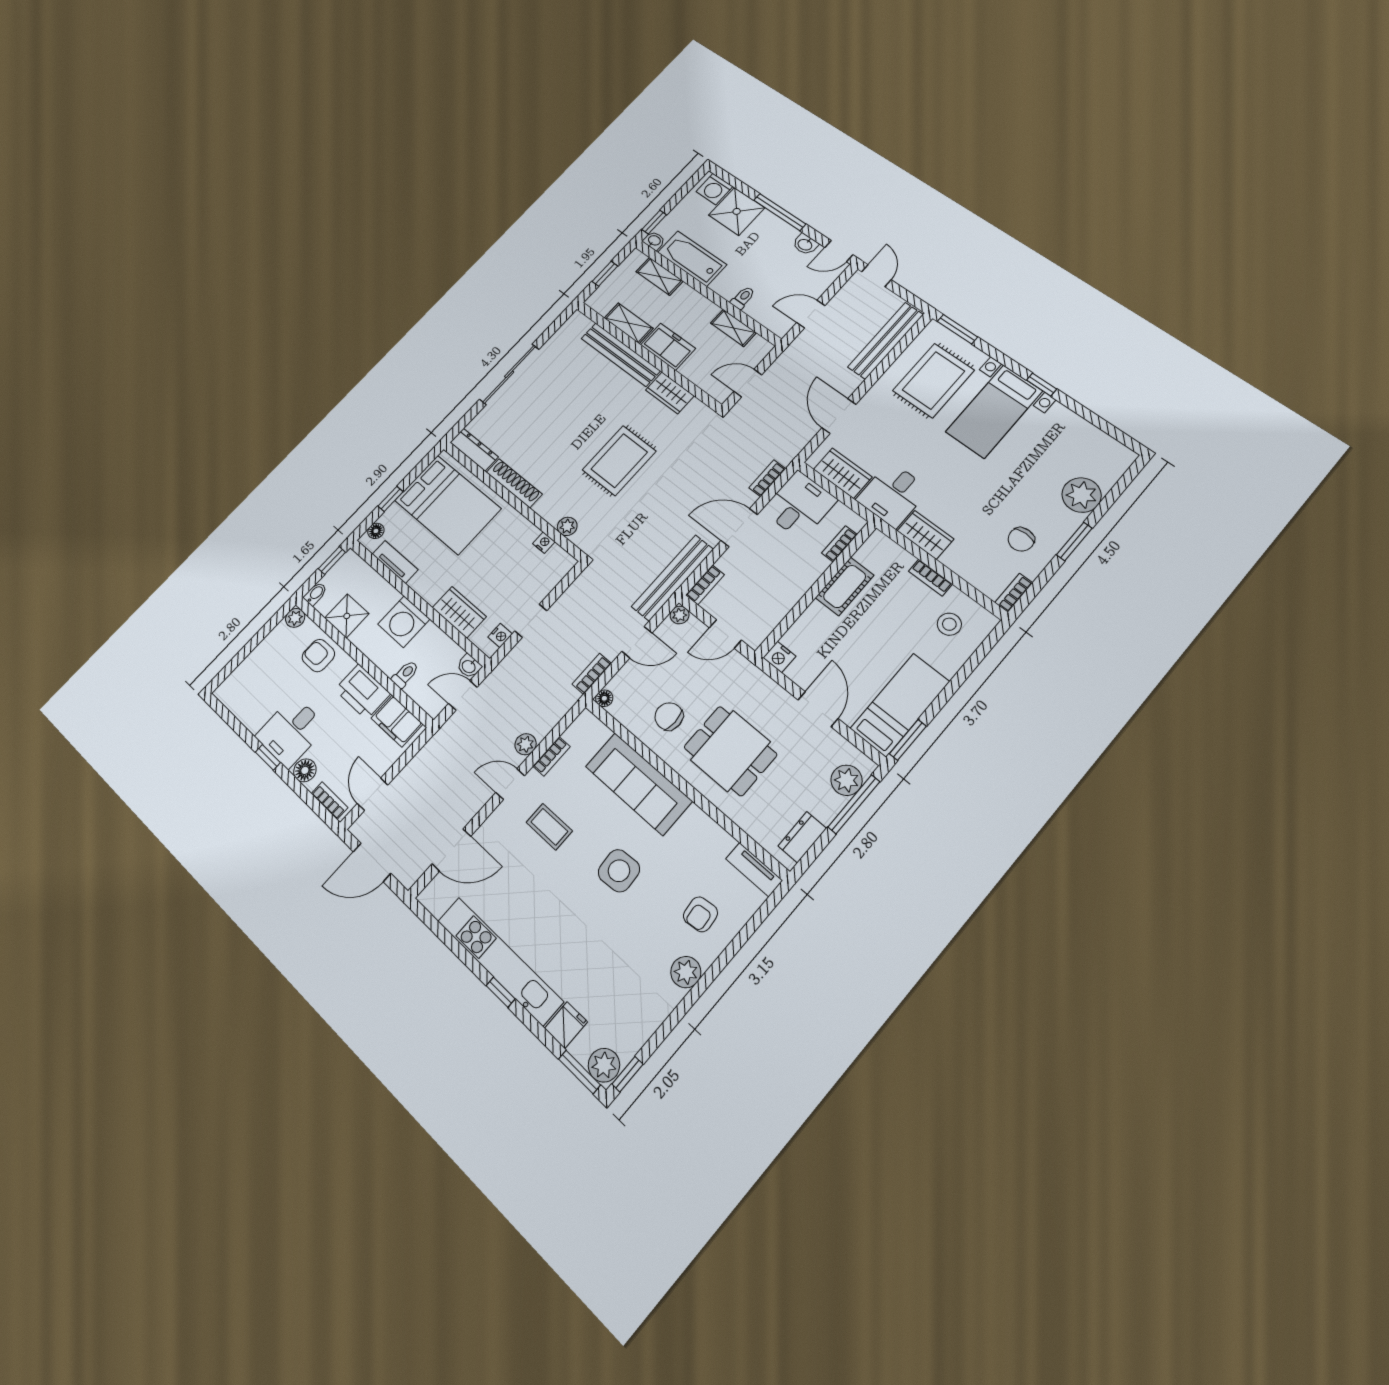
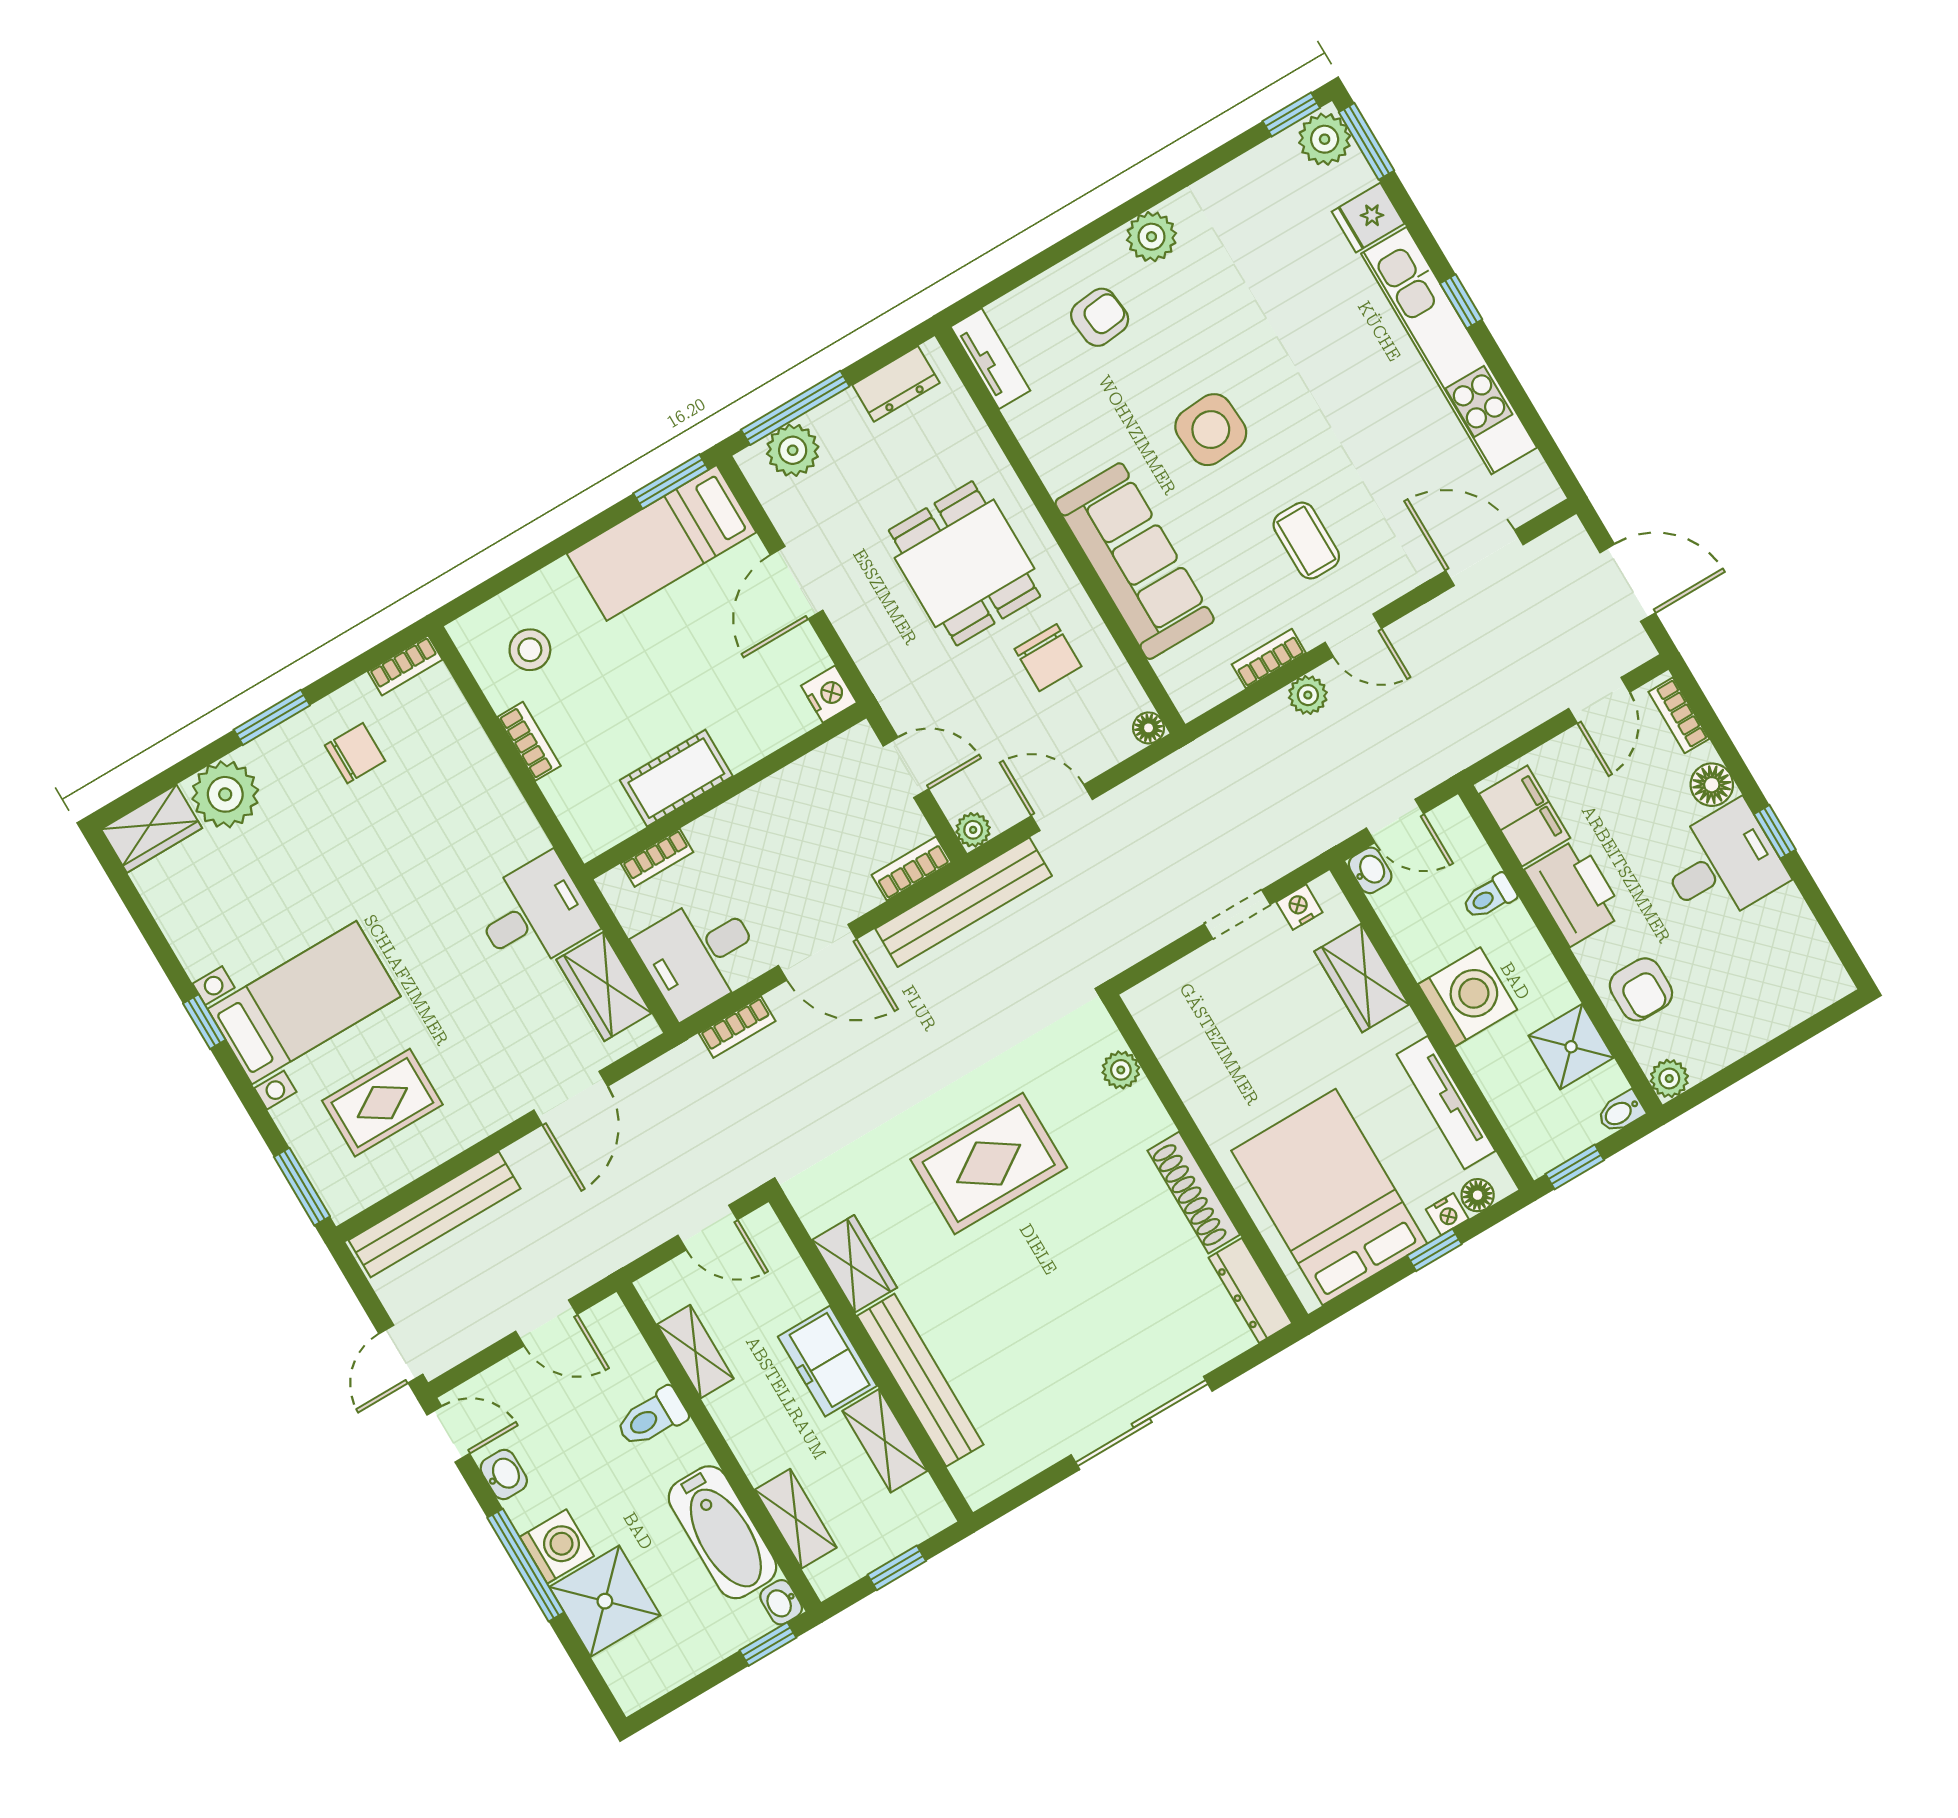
washing machine: (714, 189) -> (557, 1546), moved
toilet: (743, 298) -> (652, 1418), width x1.37, depth x1.39
rug: (933, 380) -> (382, 1103), width x0.73, depth x0.70
wardrobe: (926, 535) -> (152, 829), moved, turned -90
nightstand: (544, 543) -> (1447, 1214), moved, turned -90
tv unit: (395, 562) -> (1446, 1103), width x1.41
bookcase: (592, 674) -> (1157, 779), removed

